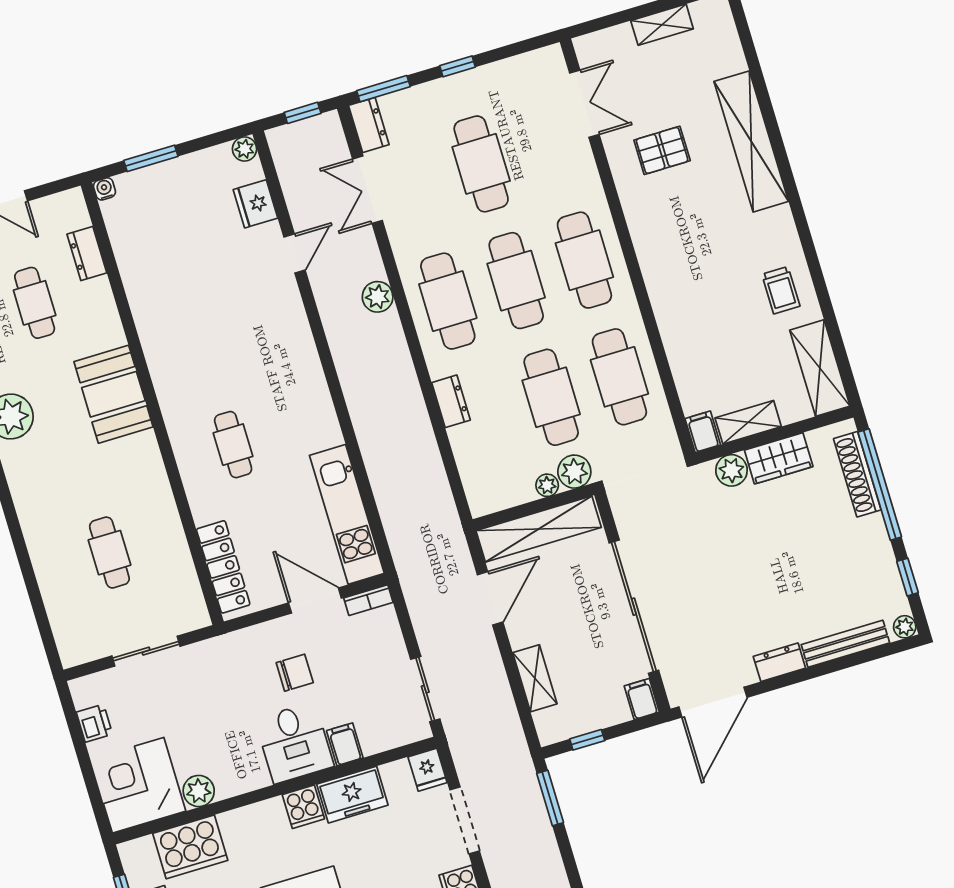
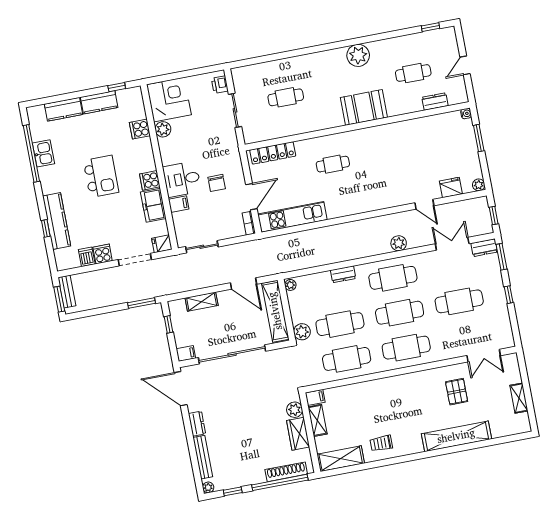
plant: (547, 485) -> (290, 285), moved
printer: (94, 723) -> (220, 85), moved, turned 90
cooker: (190, 847) -> (140, 129), width x0.53, depth x0.76

